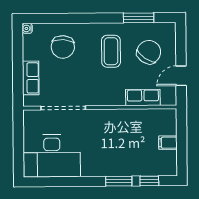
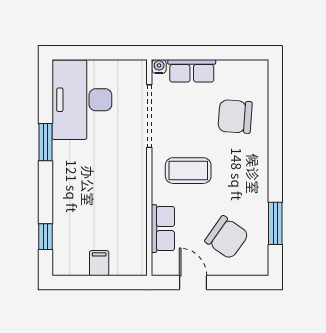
water cooler: (27, 28) -> (159, 67), moved
coffee table: (111, 51) -> (188, 171), moved
window: (119, 181) -> (45, 142), moved

